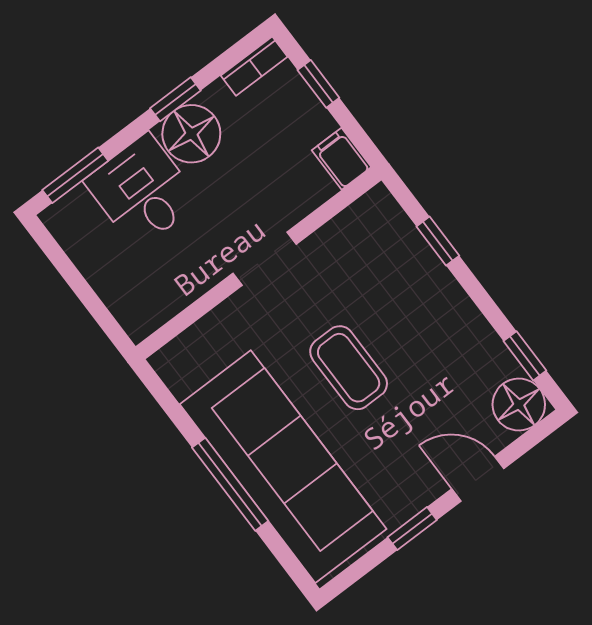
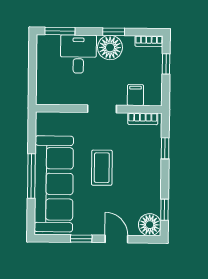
filing cabinet: (342, 159) -> (135, 95), moved
bookcase: (354, 219) -> (143, 119), added

